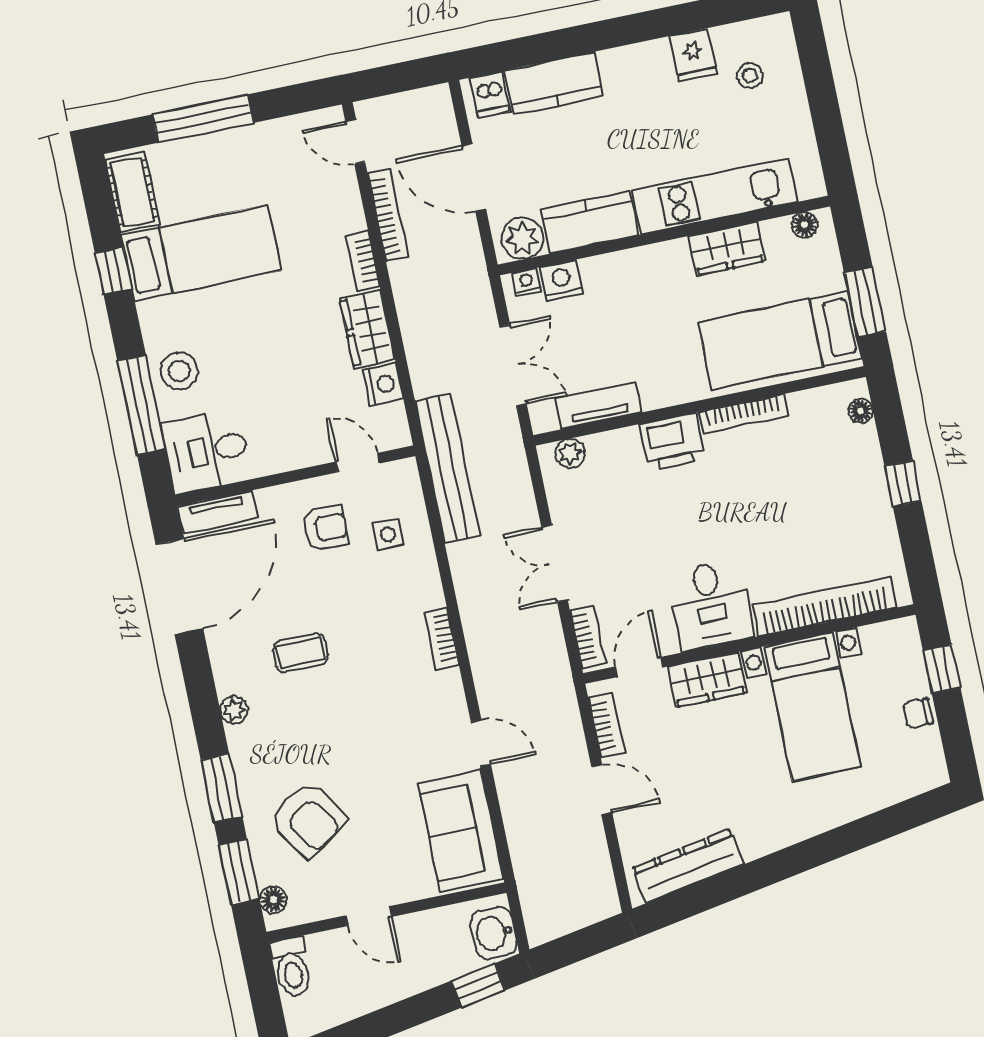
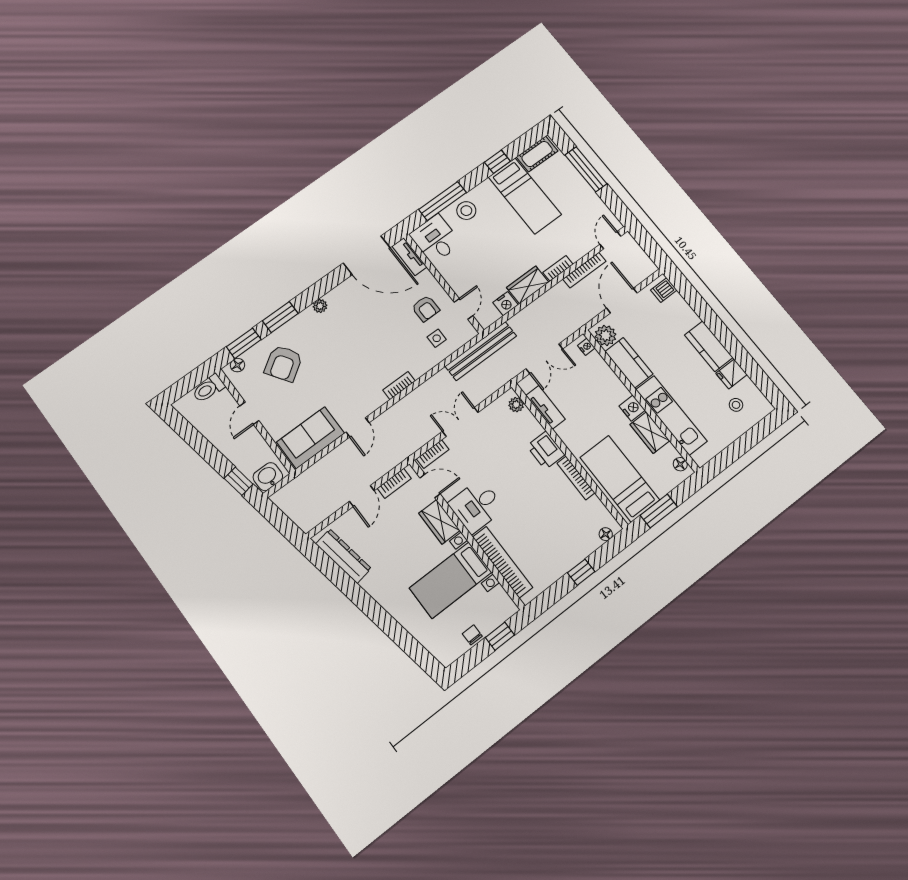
kitchen counter: (554, 84) -> (709, 346), moved
nightstand: (561, 280) -> (632, 408), moved
coffee table: (301, 653) -> (361, 324), removed

